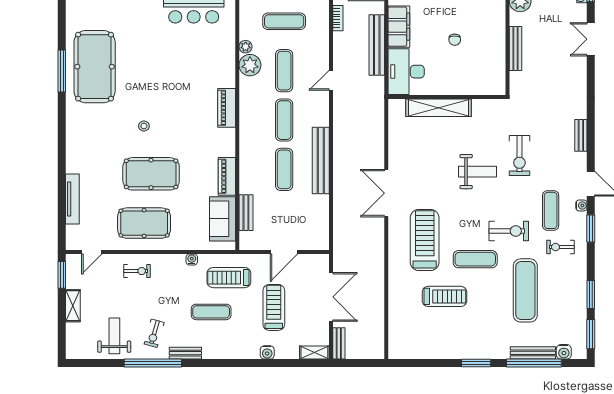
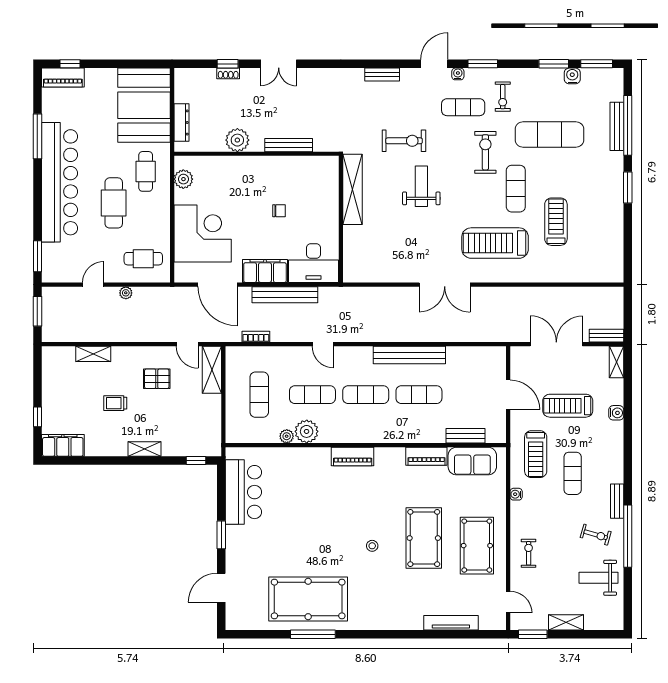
shelving: (439, 108) -> (352, 189), moved
water cooler: (564, 352) -> (572, 76), moved, turned -90

